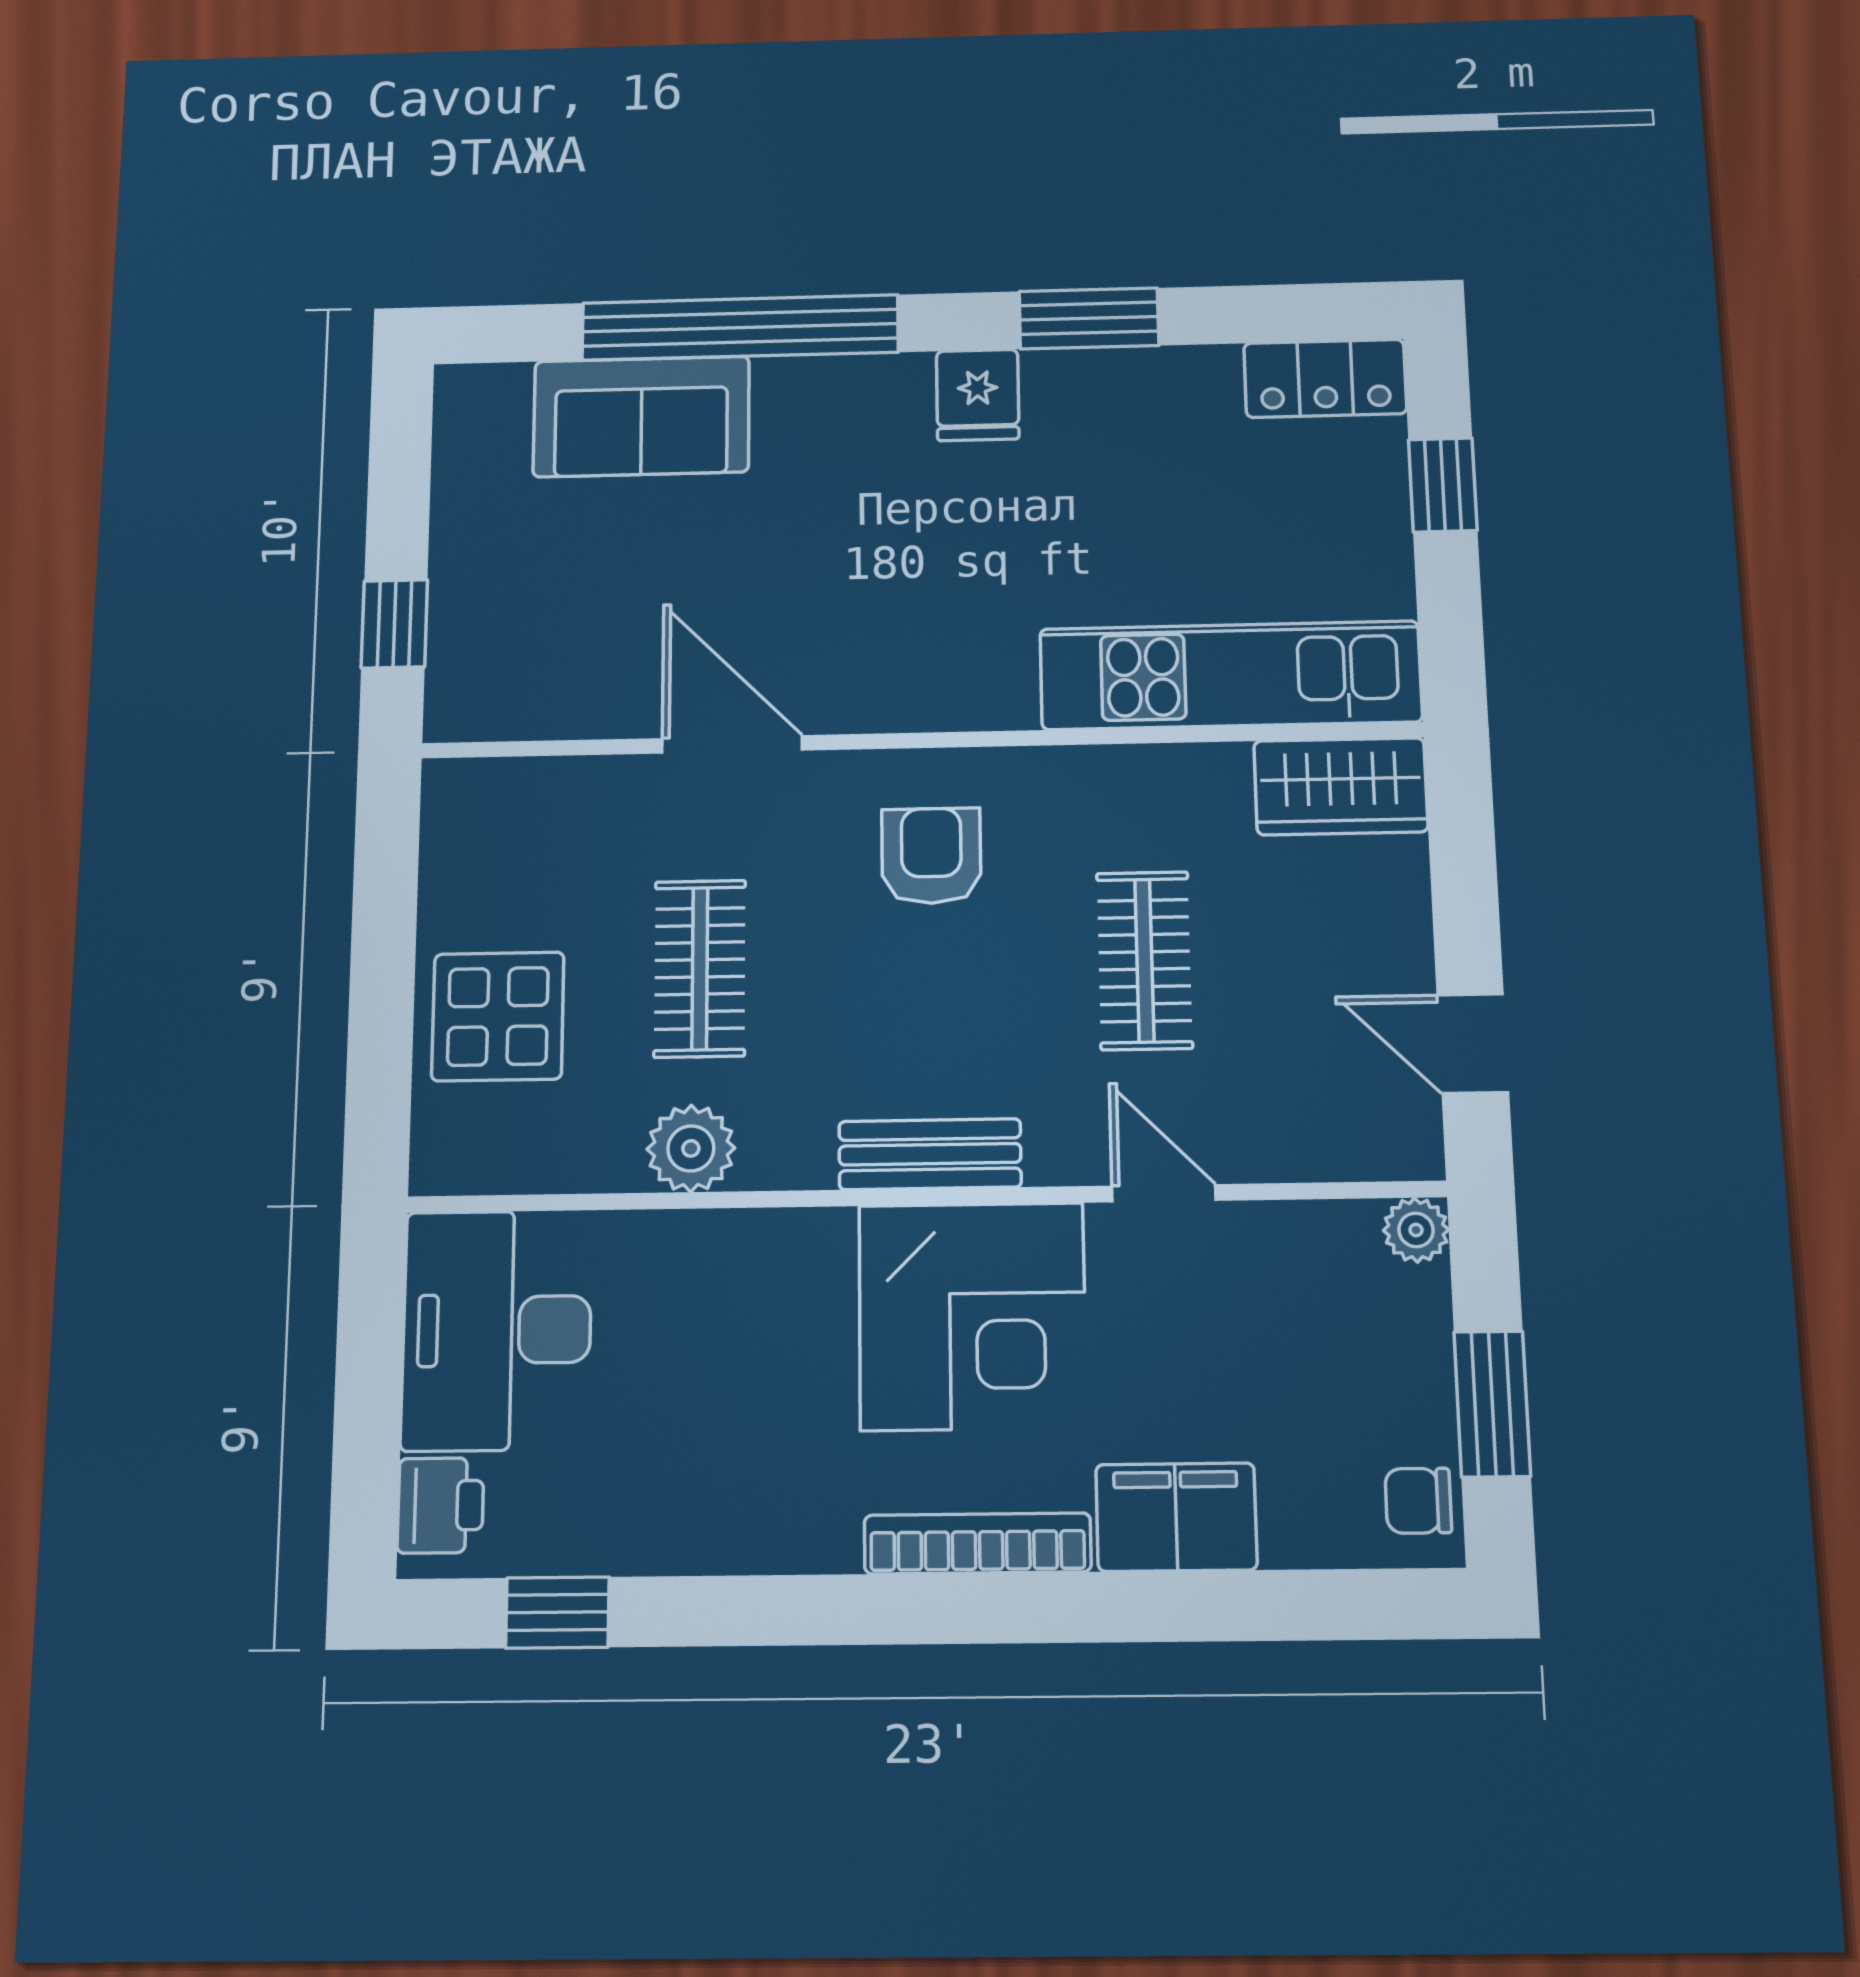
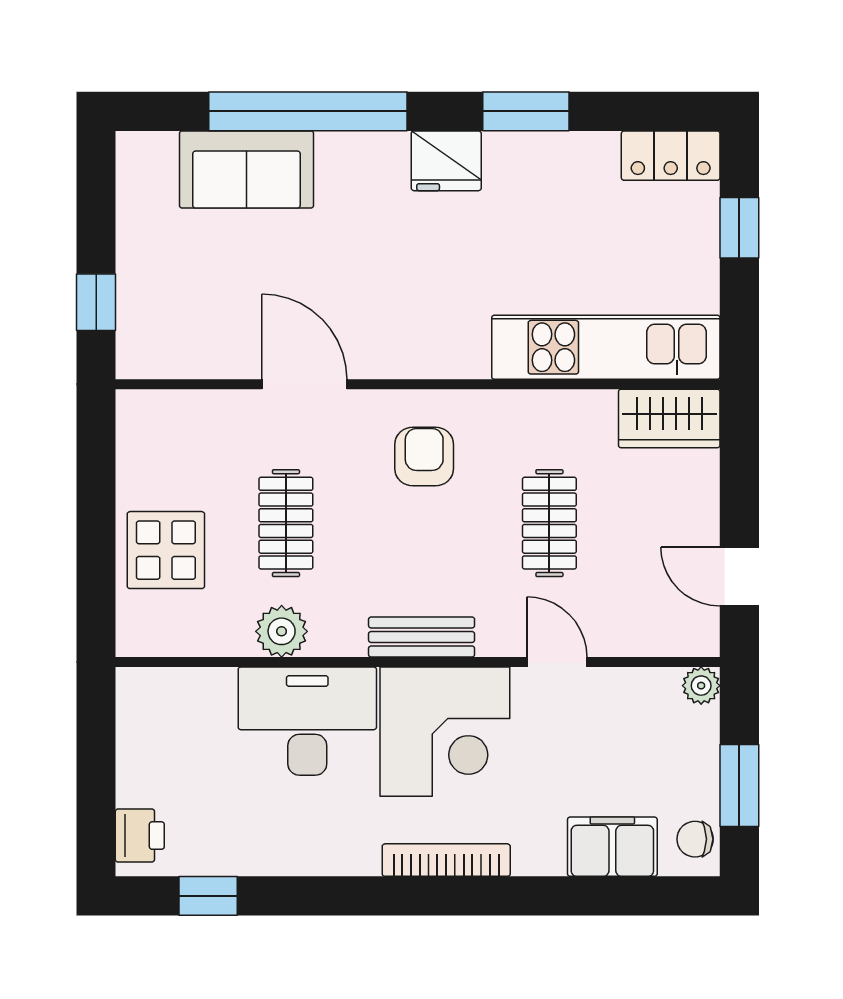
fridge: (978, 395) -> (446, 161), width x1.38
desk: (497, 1330) -> (307, 721), moved, turned 90
filing cabinet: (1176, 1517) -> (612, 847), moved

